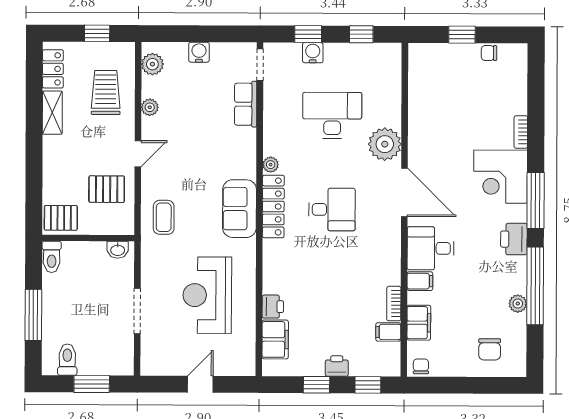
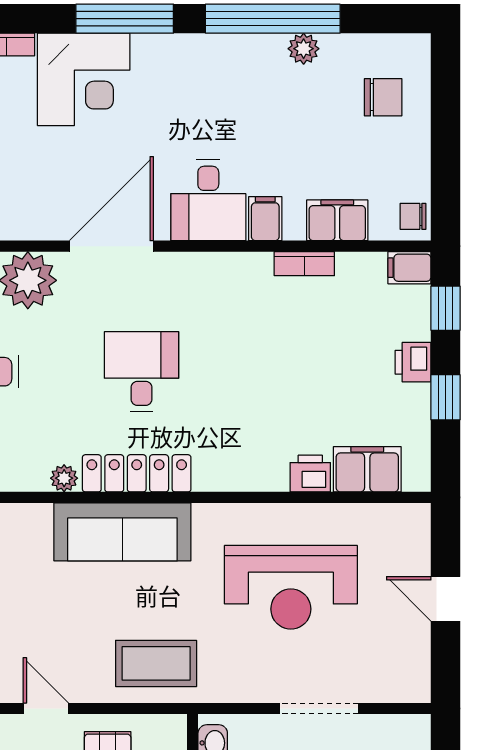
sofa: (240, 209) -> (122, 532), width x1.36
coffee table: (164, 217) -> (156, 663), width x1.36, depth x1.30
printer: (514, 239) -> (192, 56), removed
filing cabinet: (388, 332) -> (409, 268), moved, turned 90

